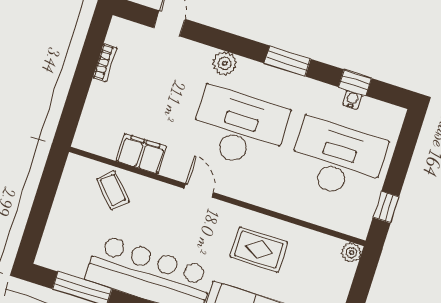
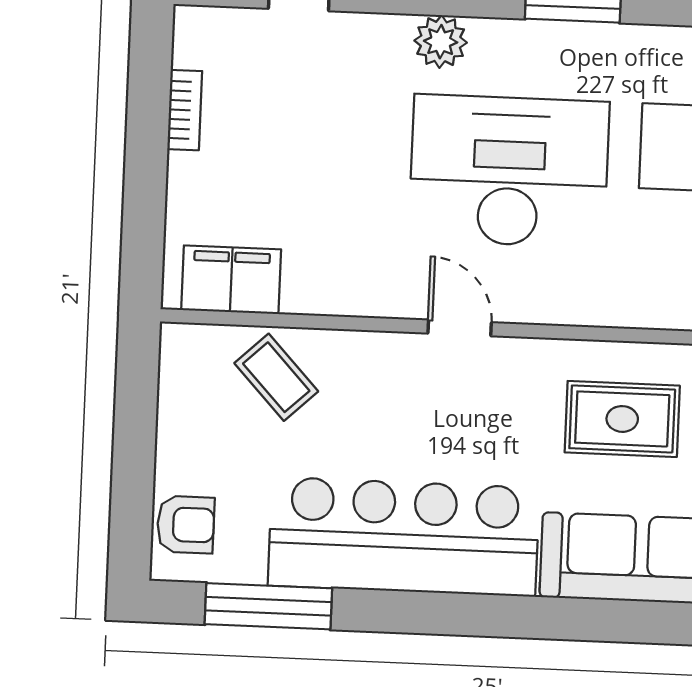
filing cabinet: (141, 154) -> (231, 280), moved
armchair: (56, 244) -> (186, 525), added

